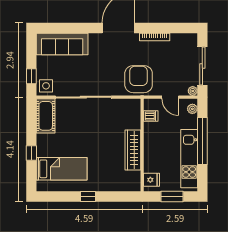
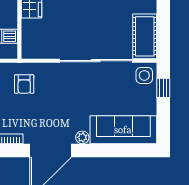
plant: (94, 38) -> (82, 137), added
armchair: (139, 79) -> (24, 84), width x0.53, depth x0.53

